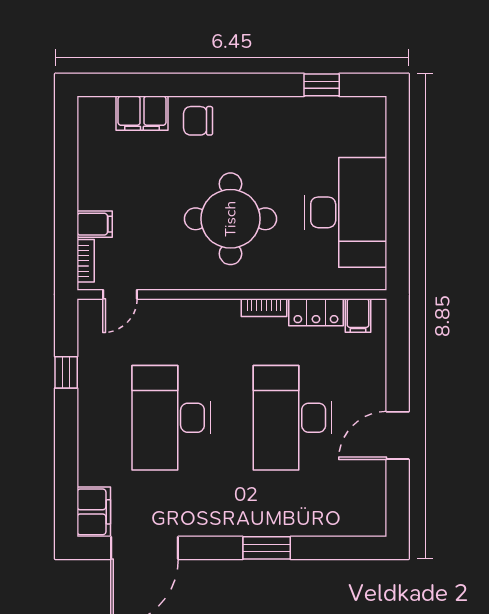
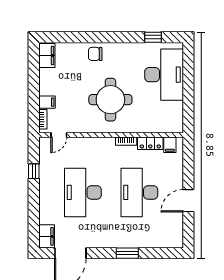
filing cabinet: (142, 113) -> (47, 55), moved, turned -90
desk: (345, 212) -> (164, 75), moved

